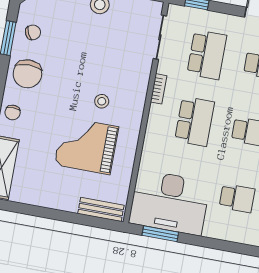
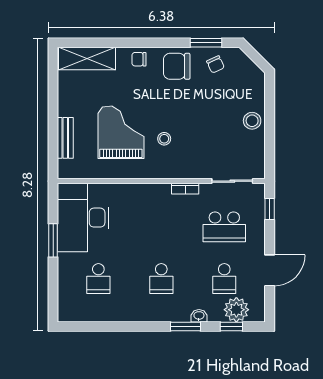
school desk: (194, 121) -> (161, 227), removed
bench: (101, 209) -> (65, 138), moved
window: (160, 234) -> (53, 240), moved

